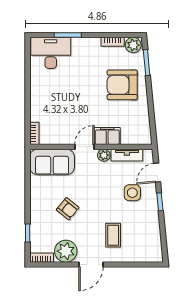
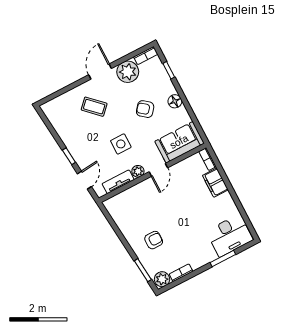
armchair: (122, 85) -> (154, 240), width x0.53, depth x0.53
filing cabinet: (107, 136) -> (215, 183), moved, turned 90
side table: (132, 193) -> (121, 144), moved
floor lamp: (37, 202) -> (175, 101), added
coffee table: (113, 235) -> (94, 107), turned -46

